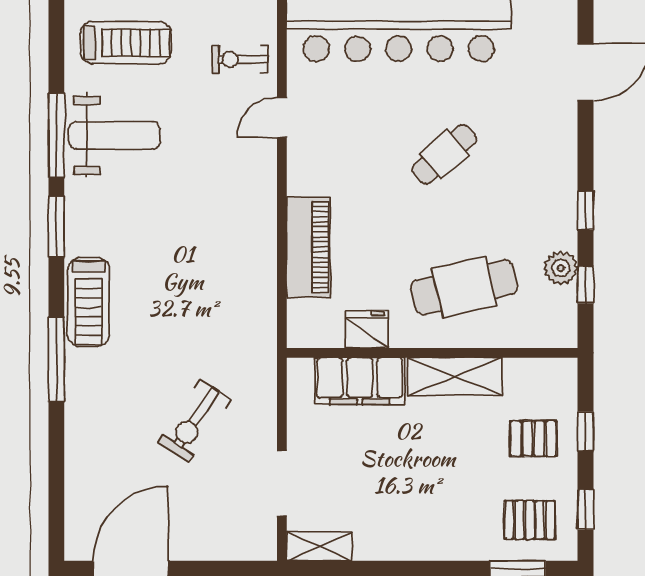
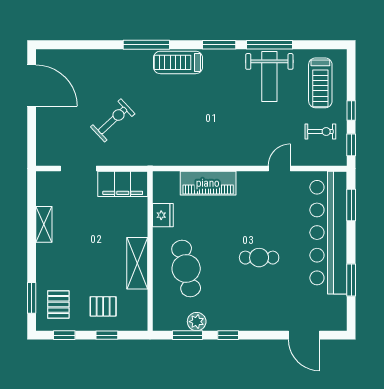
exercise bike: (240, 59) -> (320, 132), moved, turned 90
door: (282, 117) -> (279, 168), hinge flipped
cafe table: (444, 154) -> (259, 258), turned -49
window: (585, 285) -> (188, 335), width x1.50
filing cabinet: (360, 381) -> (123, 184), moved, turned -90
exercise bike: (194, 421) -> (113, 120), turned 103
pallet: (533, 439) -> (103, 306), turned 90
shelving: (319, 546) -> (44, 224), moved

